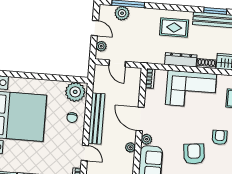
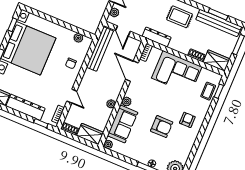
dresser: (181, 60) -> (157, 37), moved
plant: (75, 92) -> (78, 38), width x0.53, depth x0.53
bench: (96, 119) -> (100, 49), moved
door: (140, 119) -> (132, 71), moved
armchair: (194, 154) -> (162, 127), turned 96

